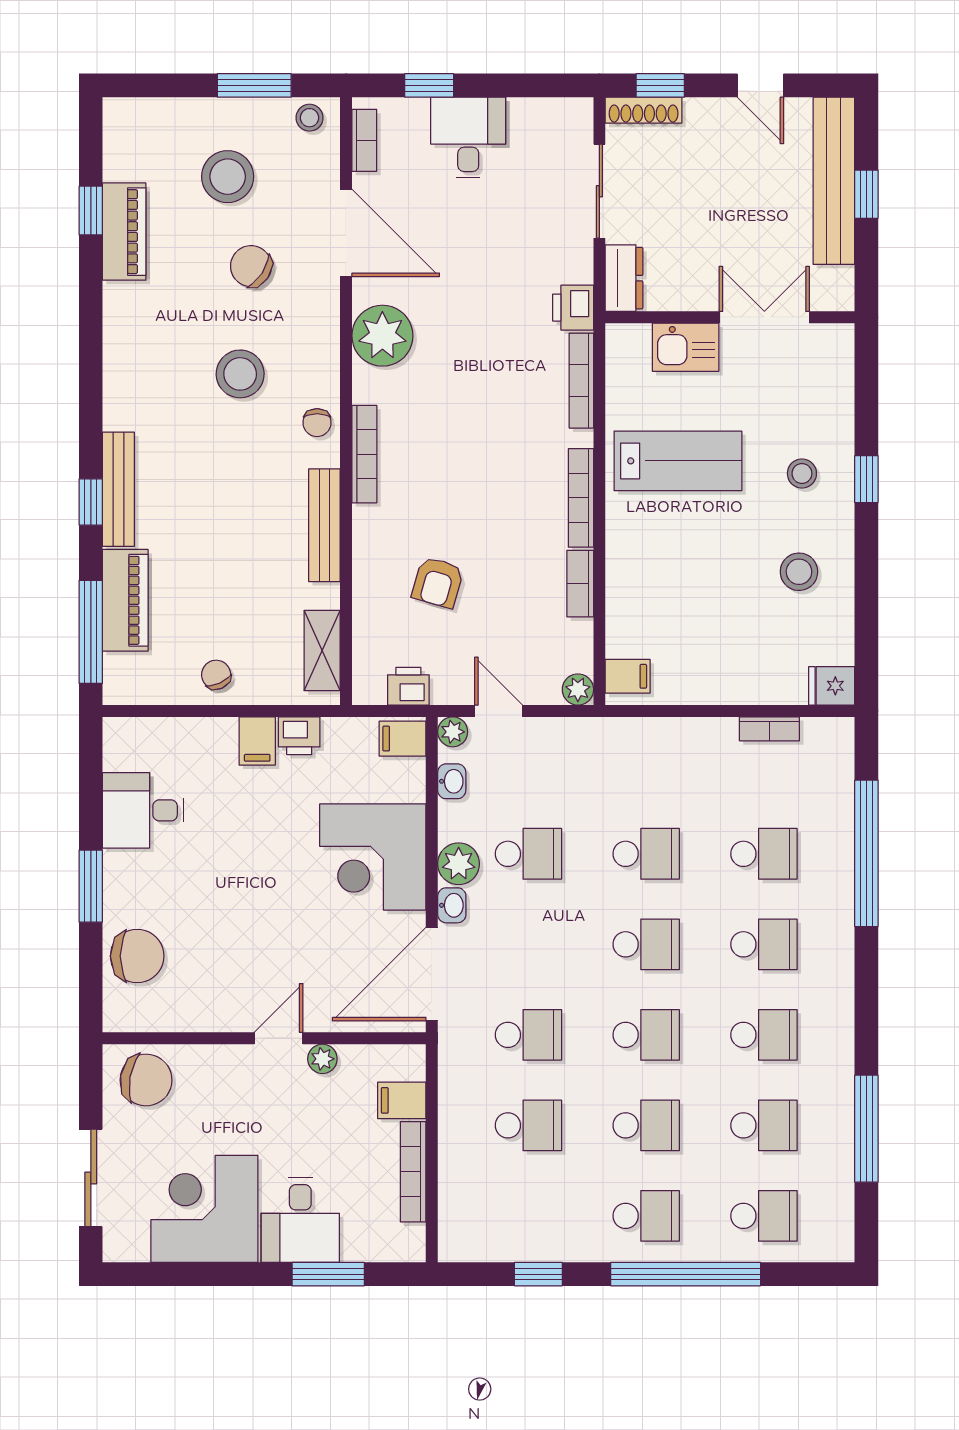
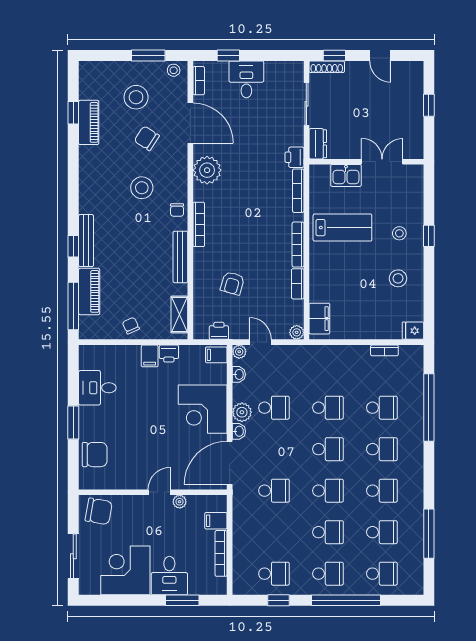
bench: (834, 181) -> (414, 99), removed
filing cabinet: (628, 676) -> (319, 319), width x2.00
school desk: (528, 1125) -> (274, 574), moved

